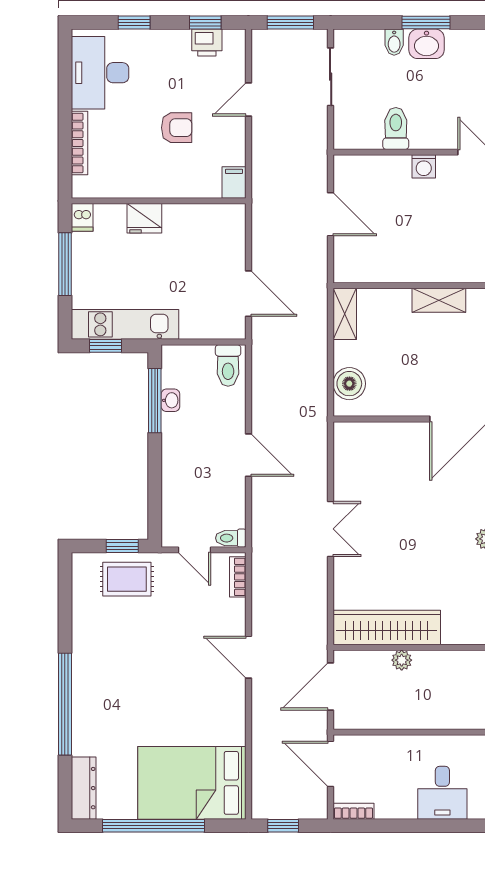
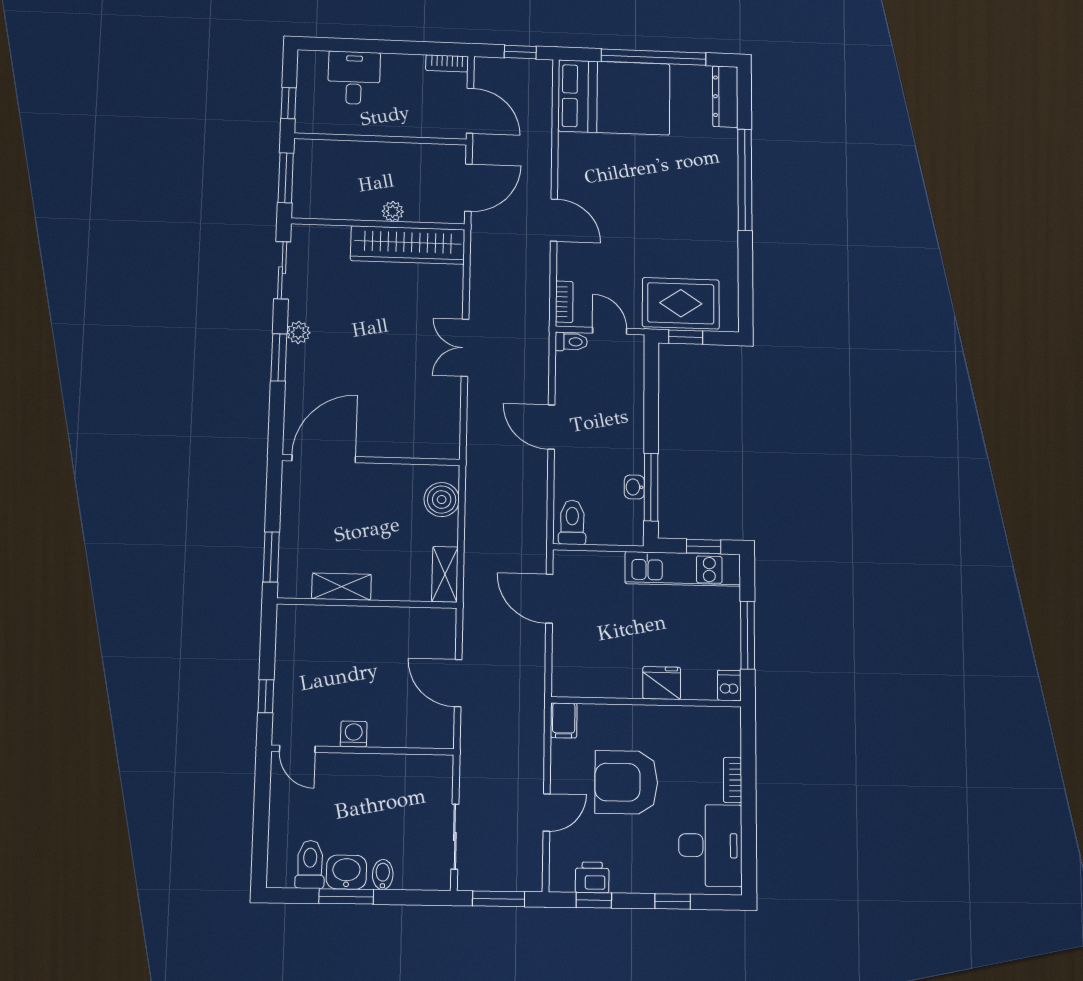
armchair: (177, 128) -> (626, 782), width x1.88, depth x1.88
toilet: (396, 128) -> (310, 864), moved, turned 180
bookcase: (80, 143) -> (733, 780), width x0.64
rug: (127, 579) -> (681, 303), width x1.36, depth x1.43

